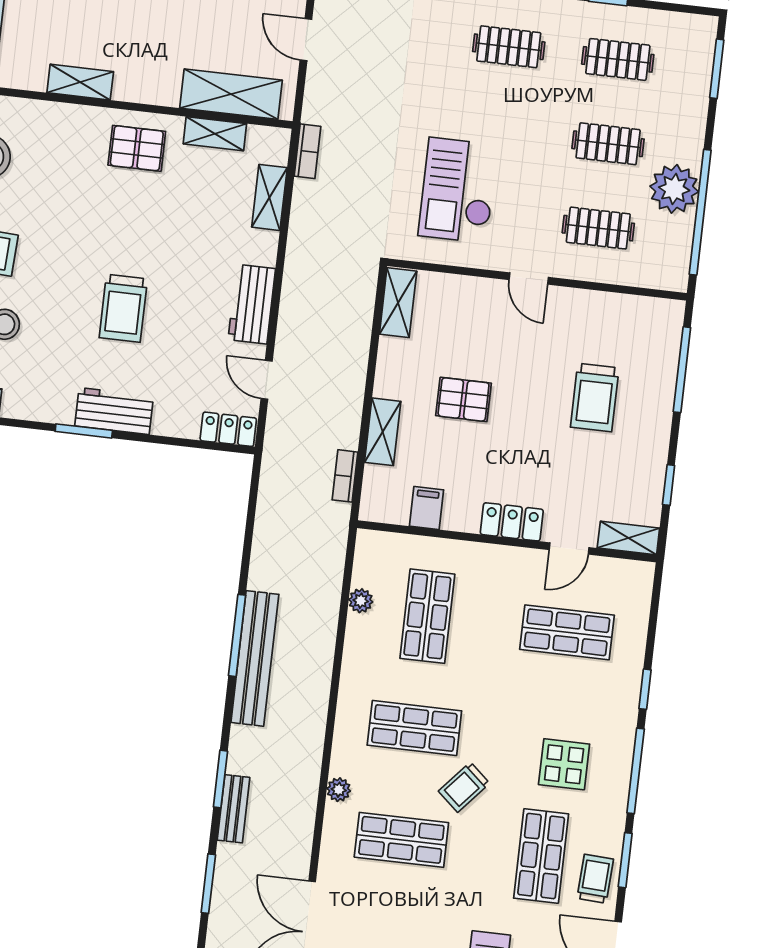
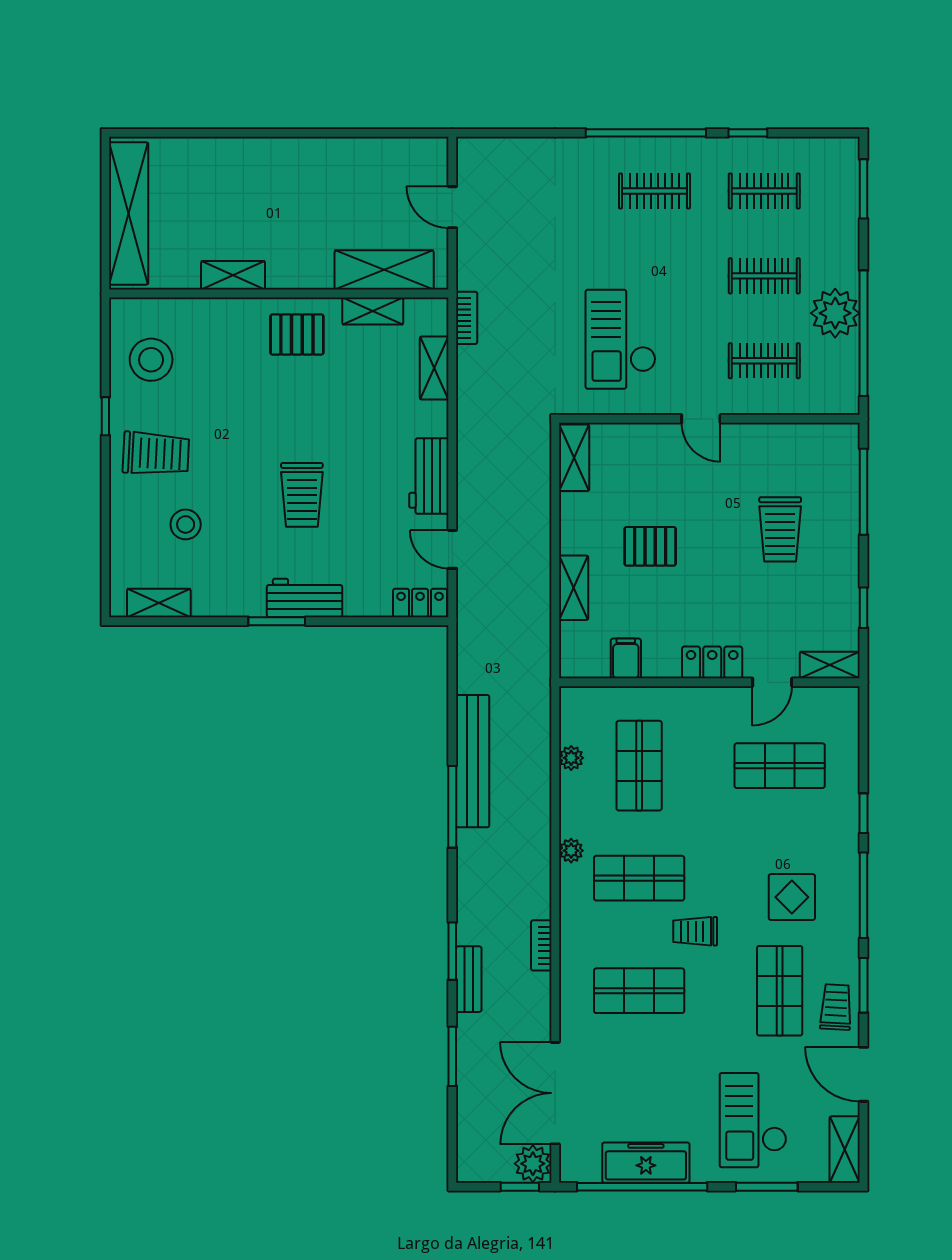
bookcase: (345, 476) -> (541, 945), moved
bench: (255, 658) -> (473, 761), moved
trolley: (464, 787) -> (695, 931), turned 49
plant: (339, 790) -> (571, 851), moved

